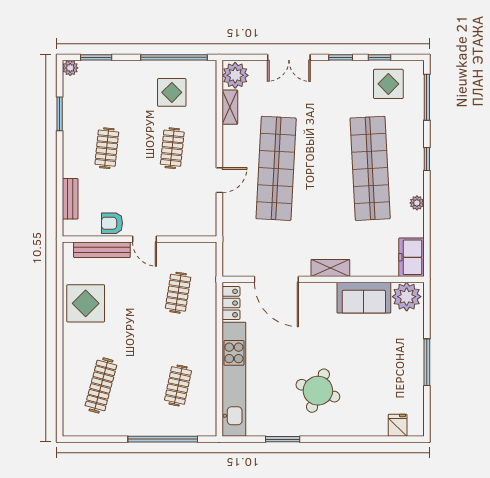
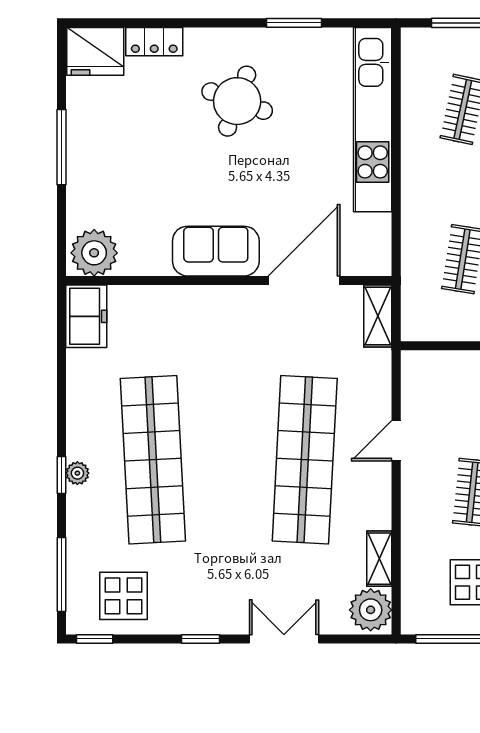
window: (379, 57) -> (95, 639), moved
plant: (417, 203) -> (77, 473), moved
shelving: (330, 268) -> (378, 316), moved, turned 90
door: (276, 279) -> (304, 281), hinge flipped
sofa: (364, 298) -> (216, 251), moved
locker: (231, 303) -> (154, 42), moved, turned -90
fridge: (398, 425) -> (95, 51), width x1.88, depth x1.34

